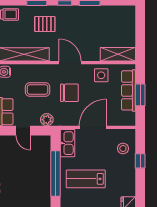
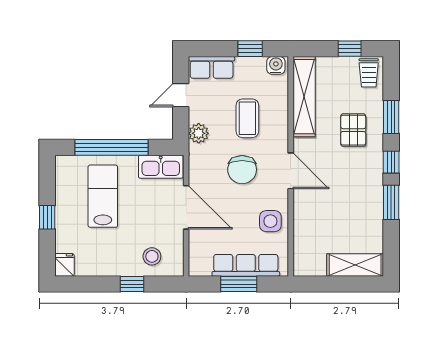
shelving: (118, 54) -> (355, 265), moved, turned 90
door: (70, 63) -> (291, 171), hinge flipped

